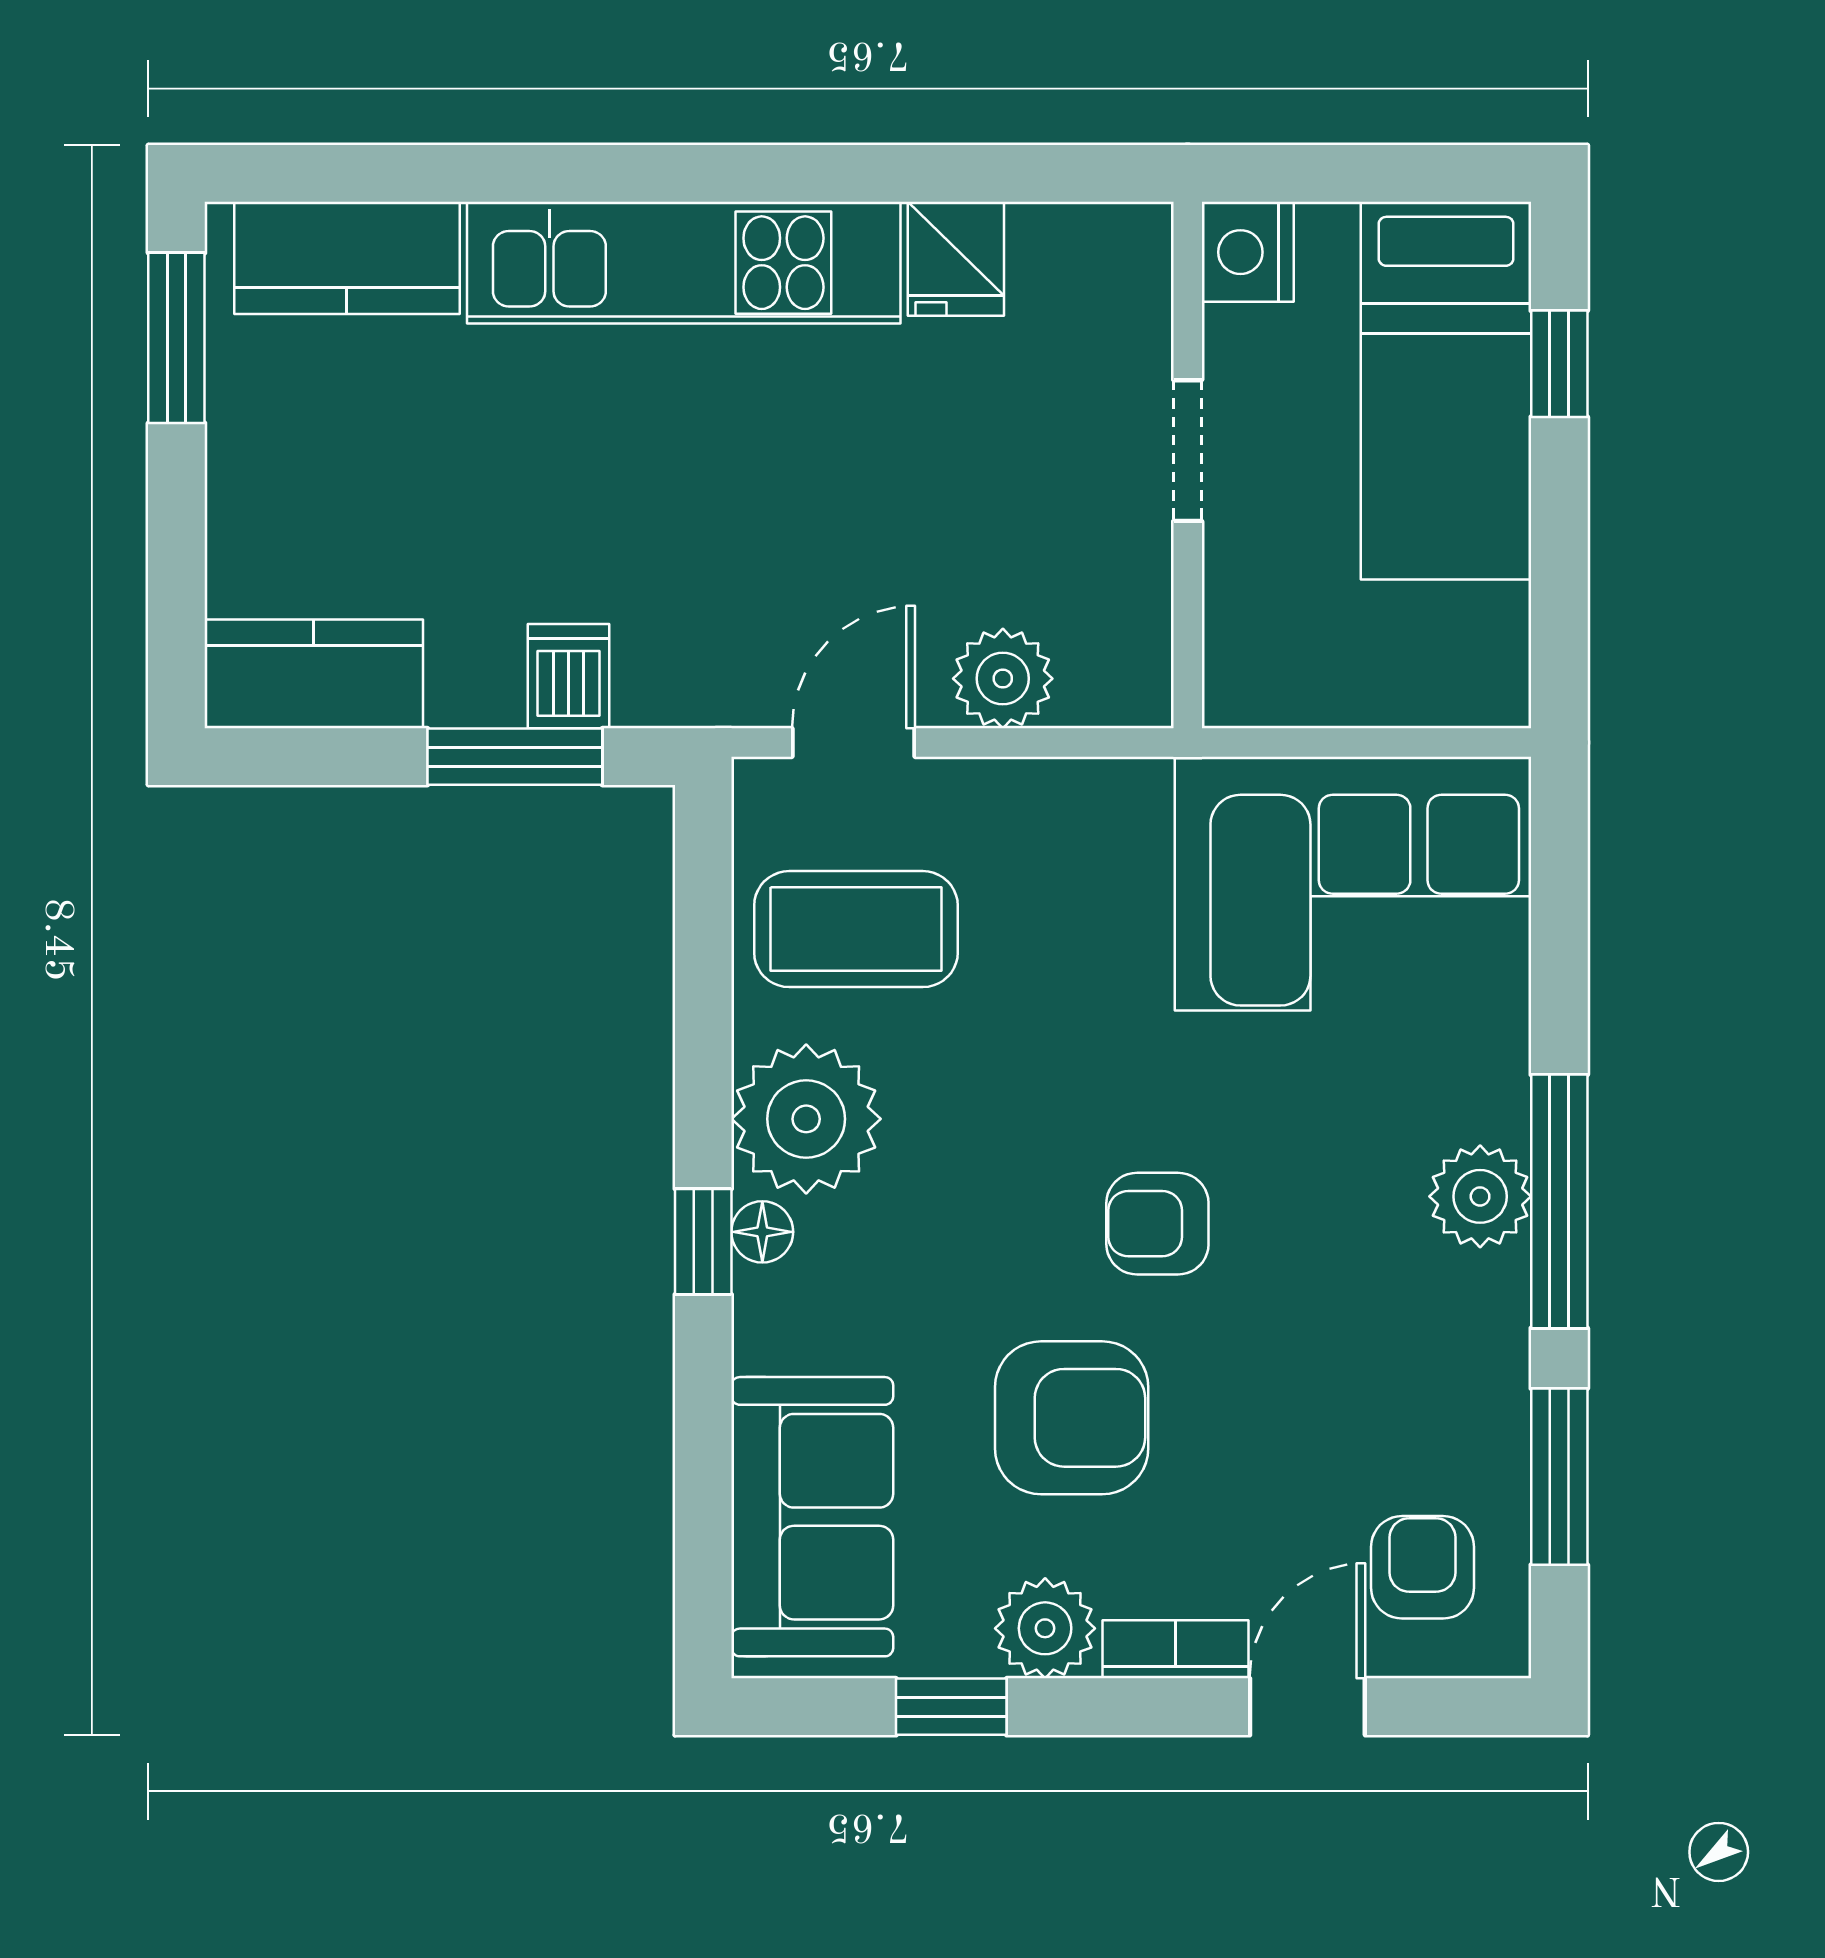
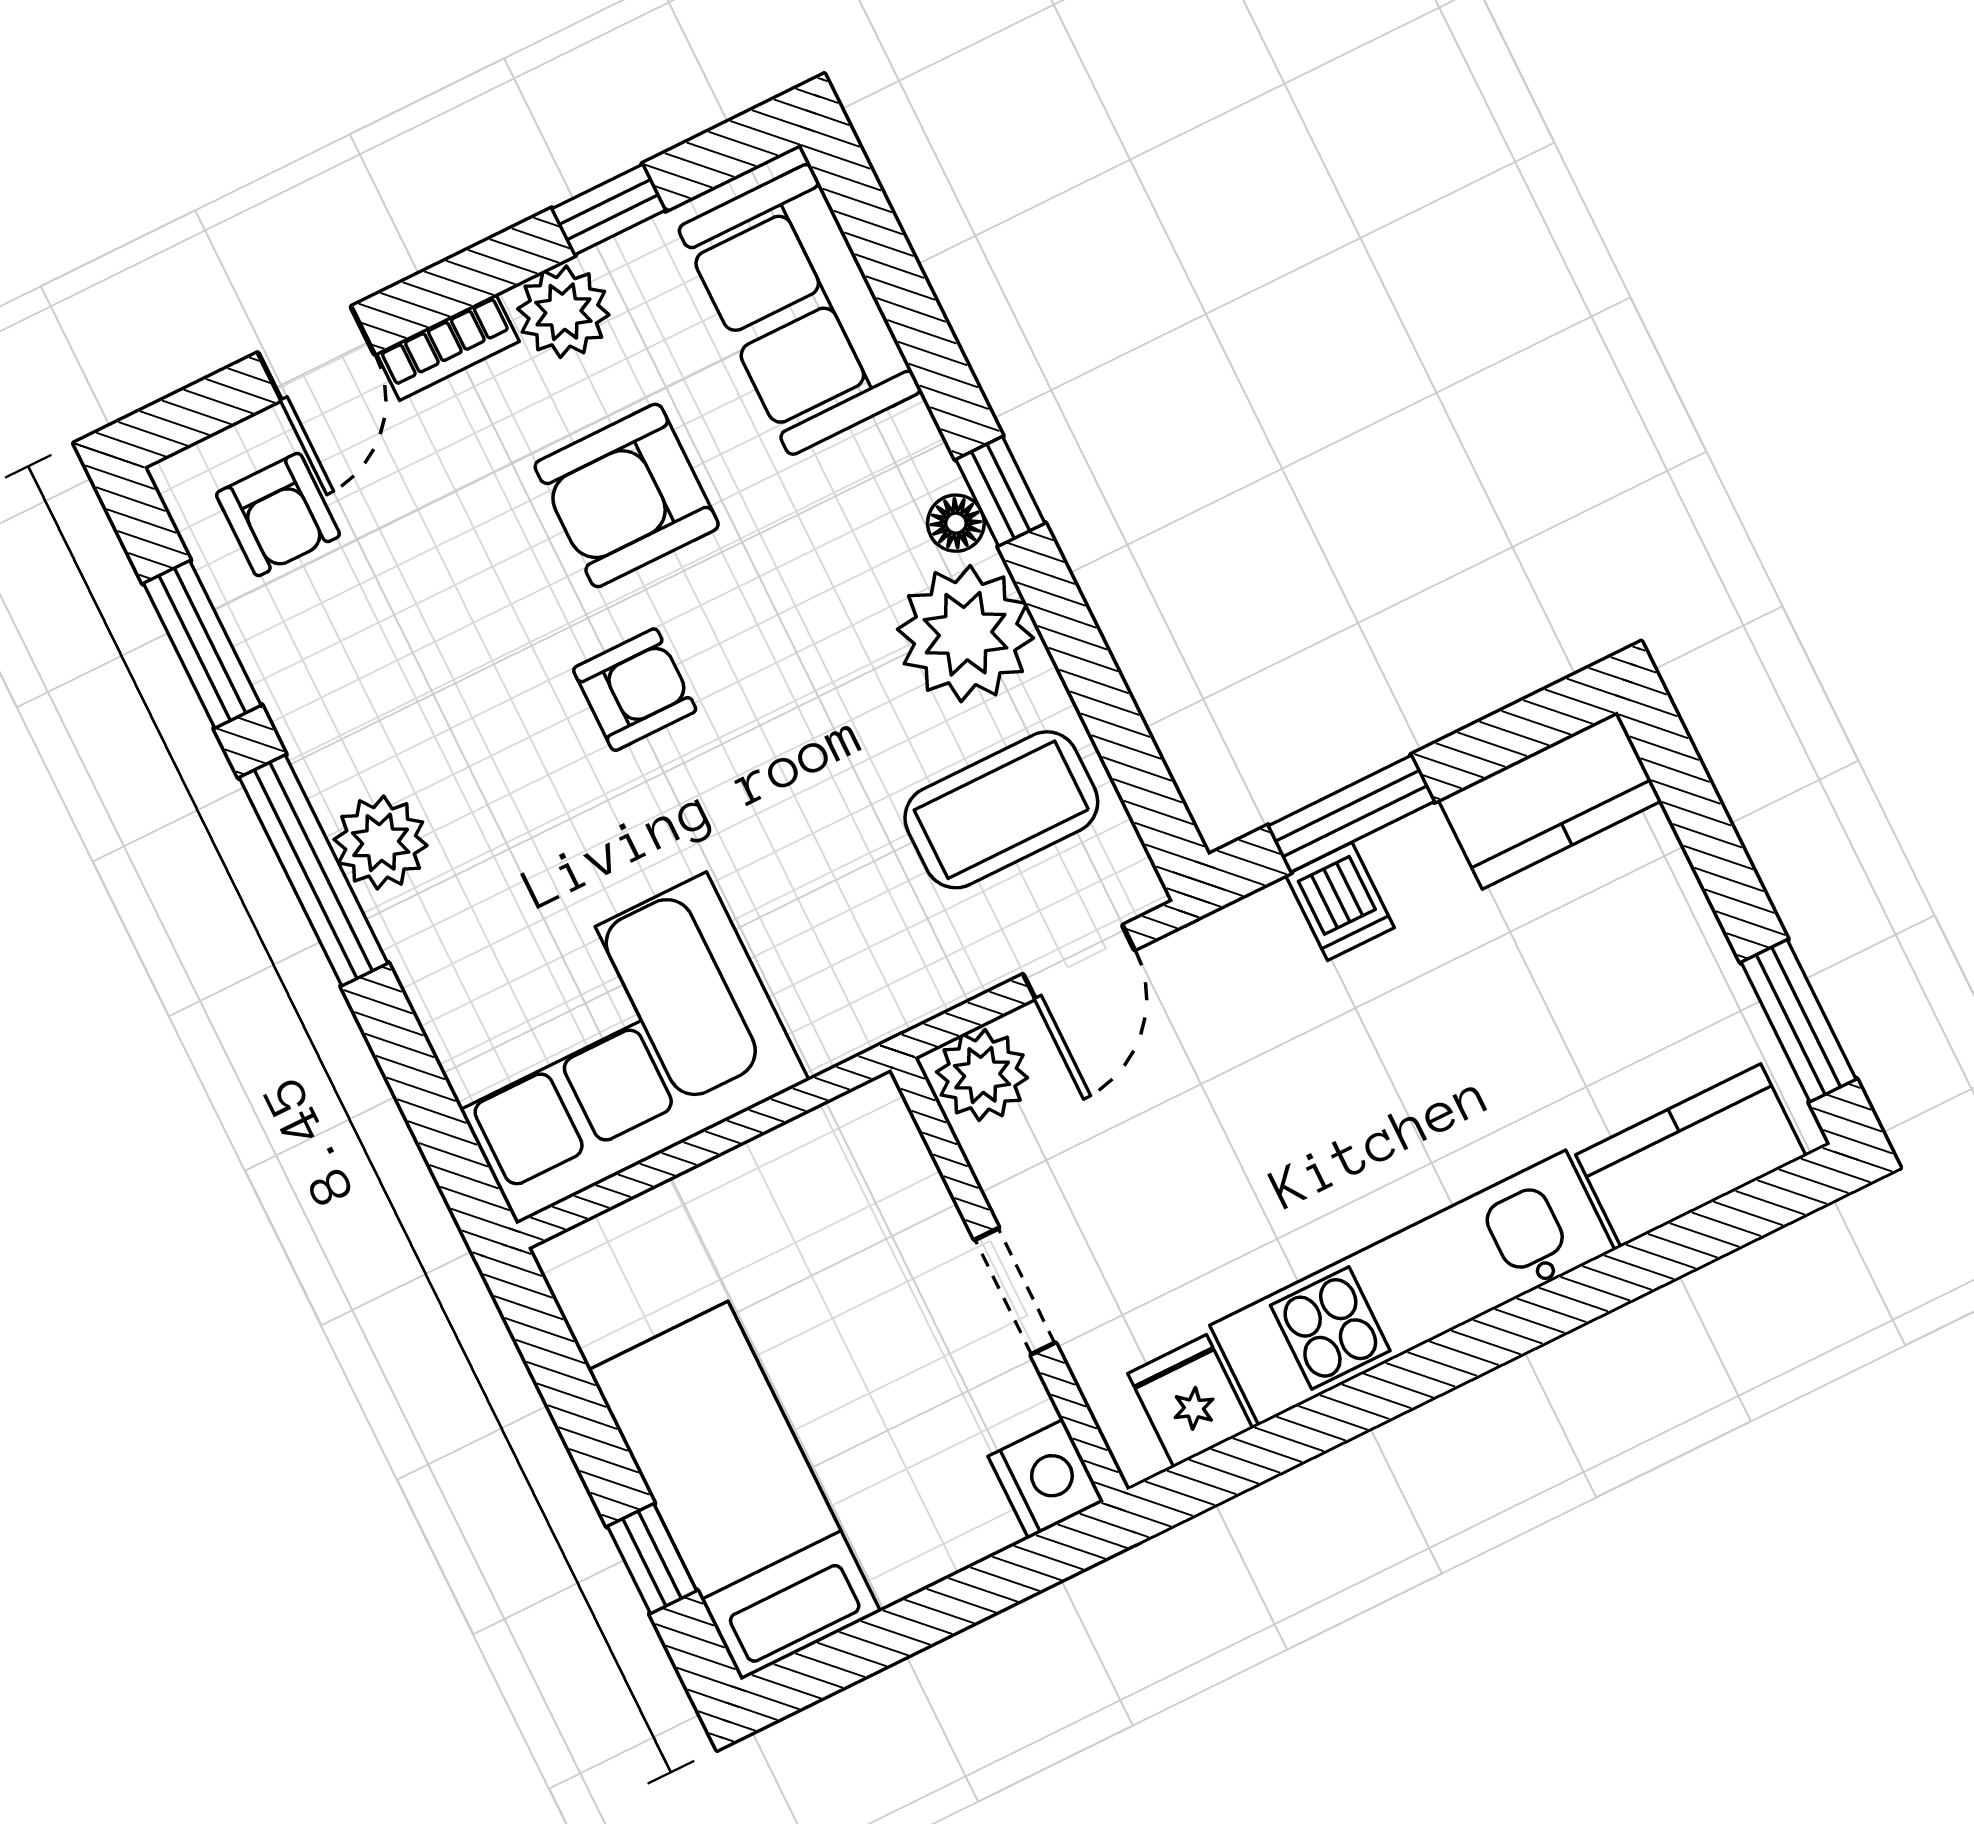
nightstand: (1248, 252) -> (1046, 1479), moved
doorway: (1188, 451) -> (1015, 1291), moved
wall: (1188, 465) -> (1009, 1280), moved

